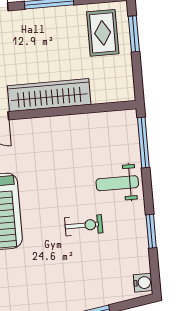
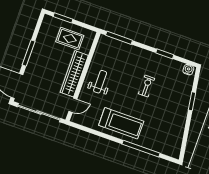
rug: (103, 33) -> (70, 39), moved
weight bench: (117, 183) -> (100, 82), moved, turned 180

